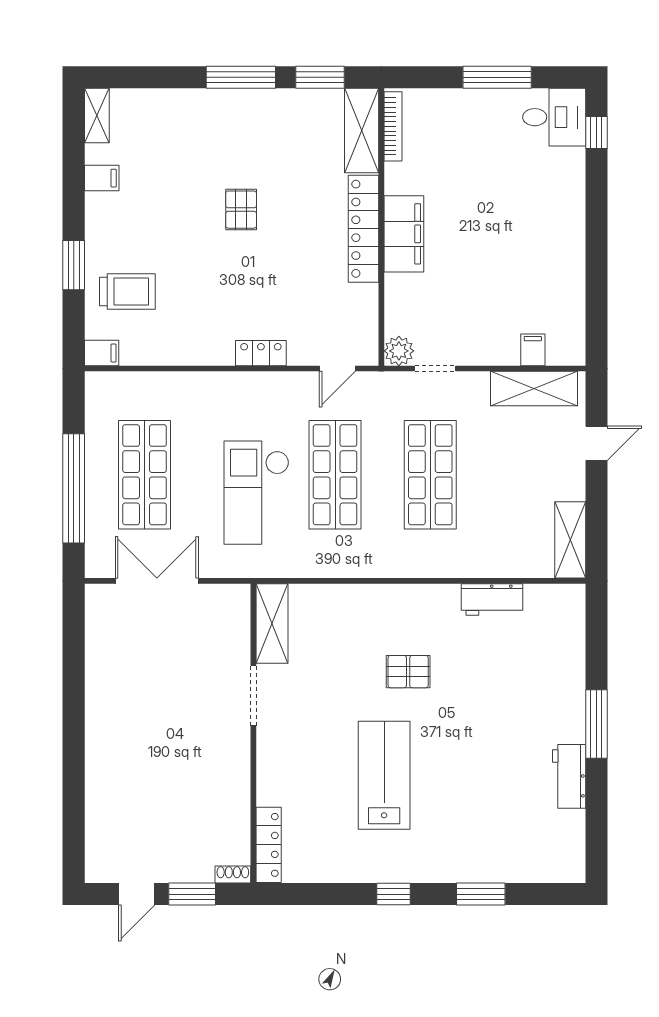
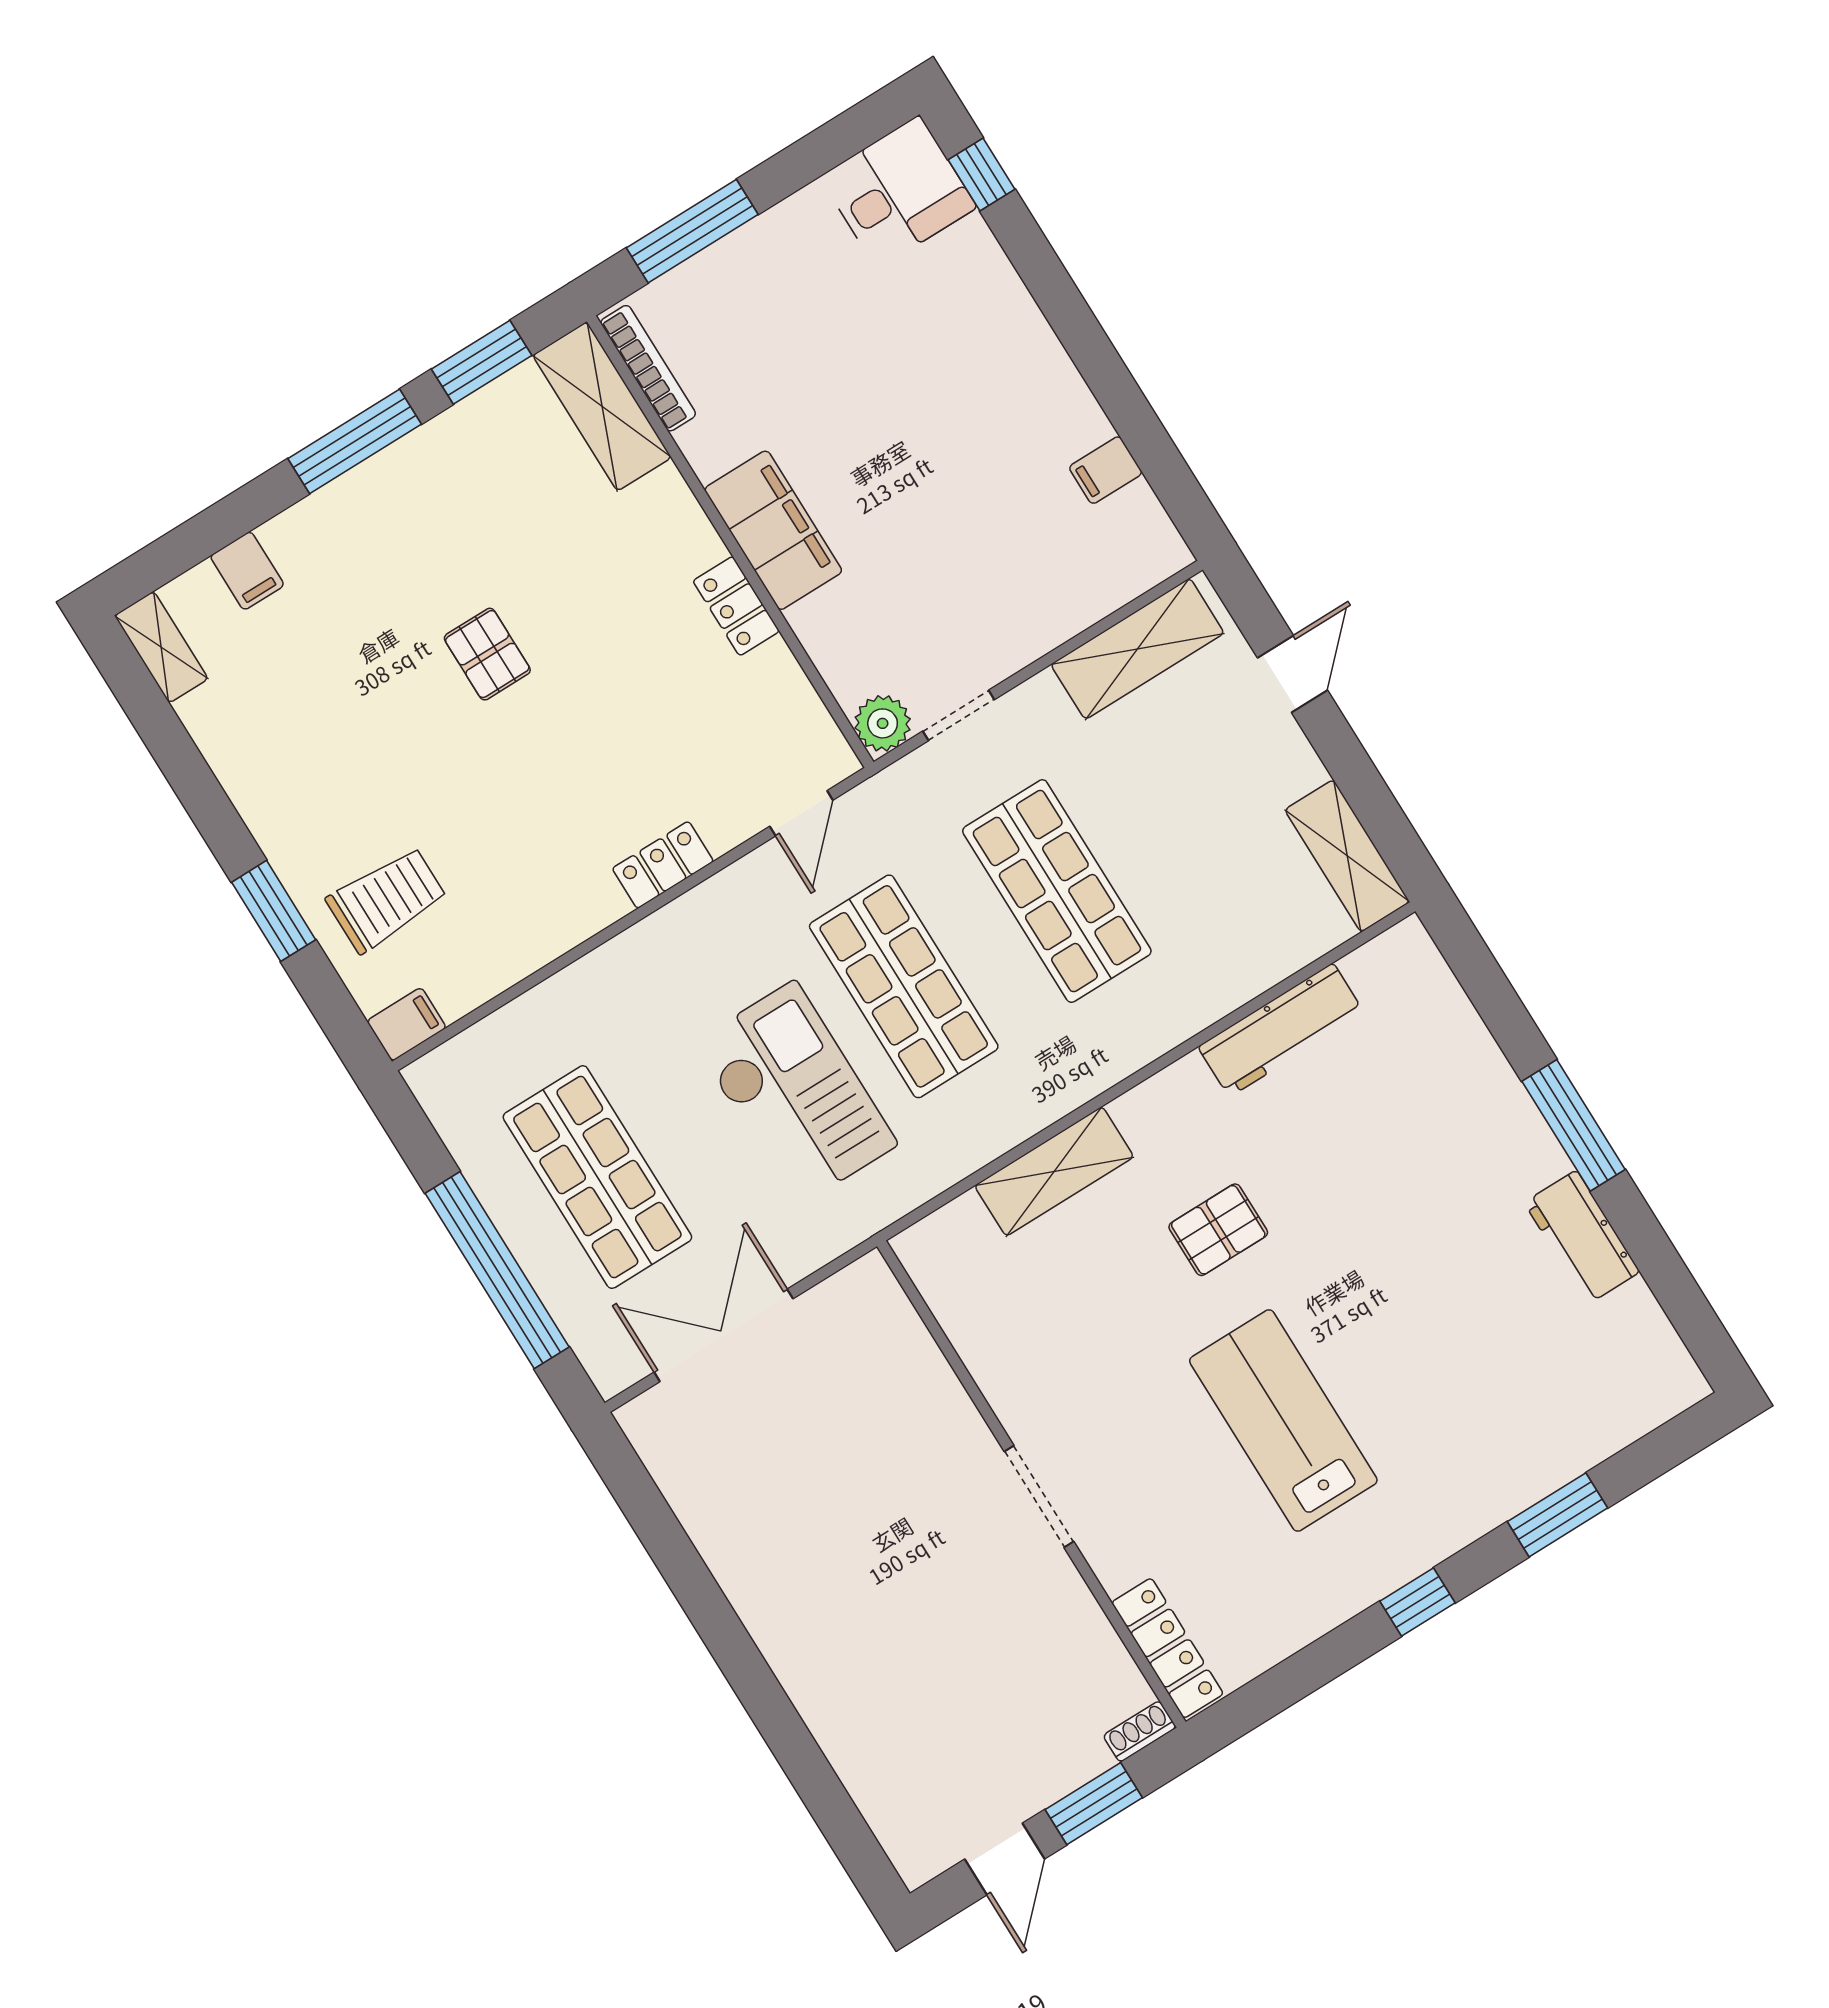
window: (497, 77) -> (692, 231), moved
filing cabinet: (102, 178) -> (247, 571), moved, turned 90
locker: (363, 229) -> (736, 606), width x0.46, depth x0.83
filing cabinet: (533, 350) -> (1106, 470), moved, turned -90
checkout: (257, 493) -> (795, 1094), turned 180
workbench: (492, 599) -> (1281, 1030), width x1.38
shelving: (272, 623) -> (1054, 1171), moved, turned 90
doorway: (253, 696) -> (1039, 1496), moved

